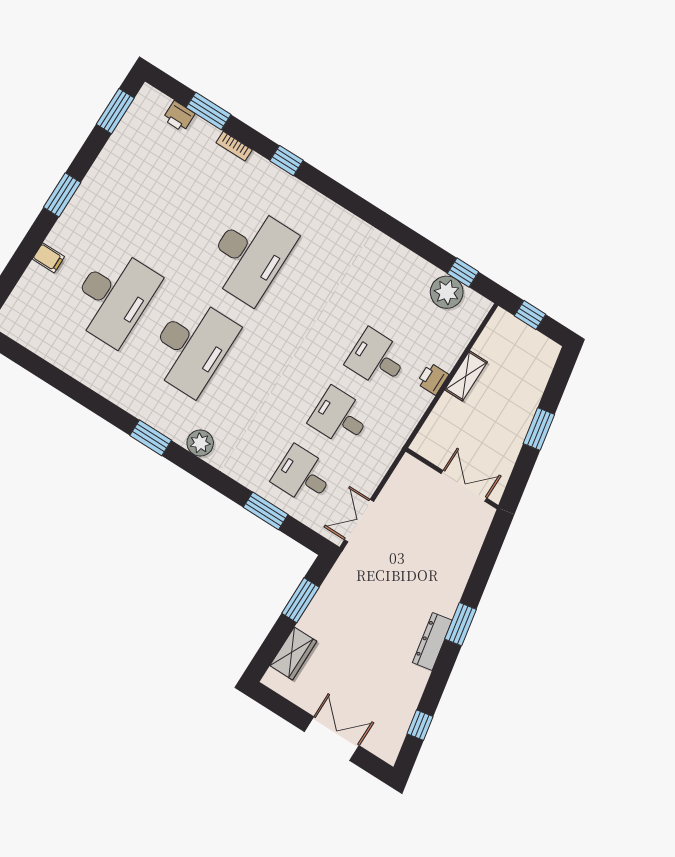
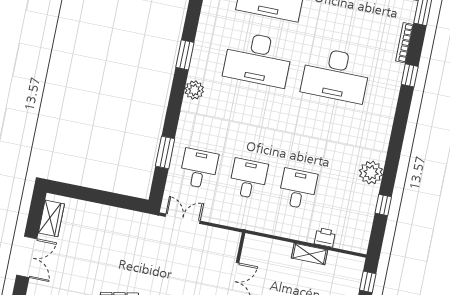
bookcase: (234, 146) -> (404, 43), width x1.56
window: (463, 273) -> (383, 205), moved
plant: (447, 292) -> (371, 173), moved
printer: (433, 379) -> (325, 237), moved
window: (300, 600) -> (113, 199), removed
wardrobe: (293, 653) -> (51, 218), moved, turned -90

